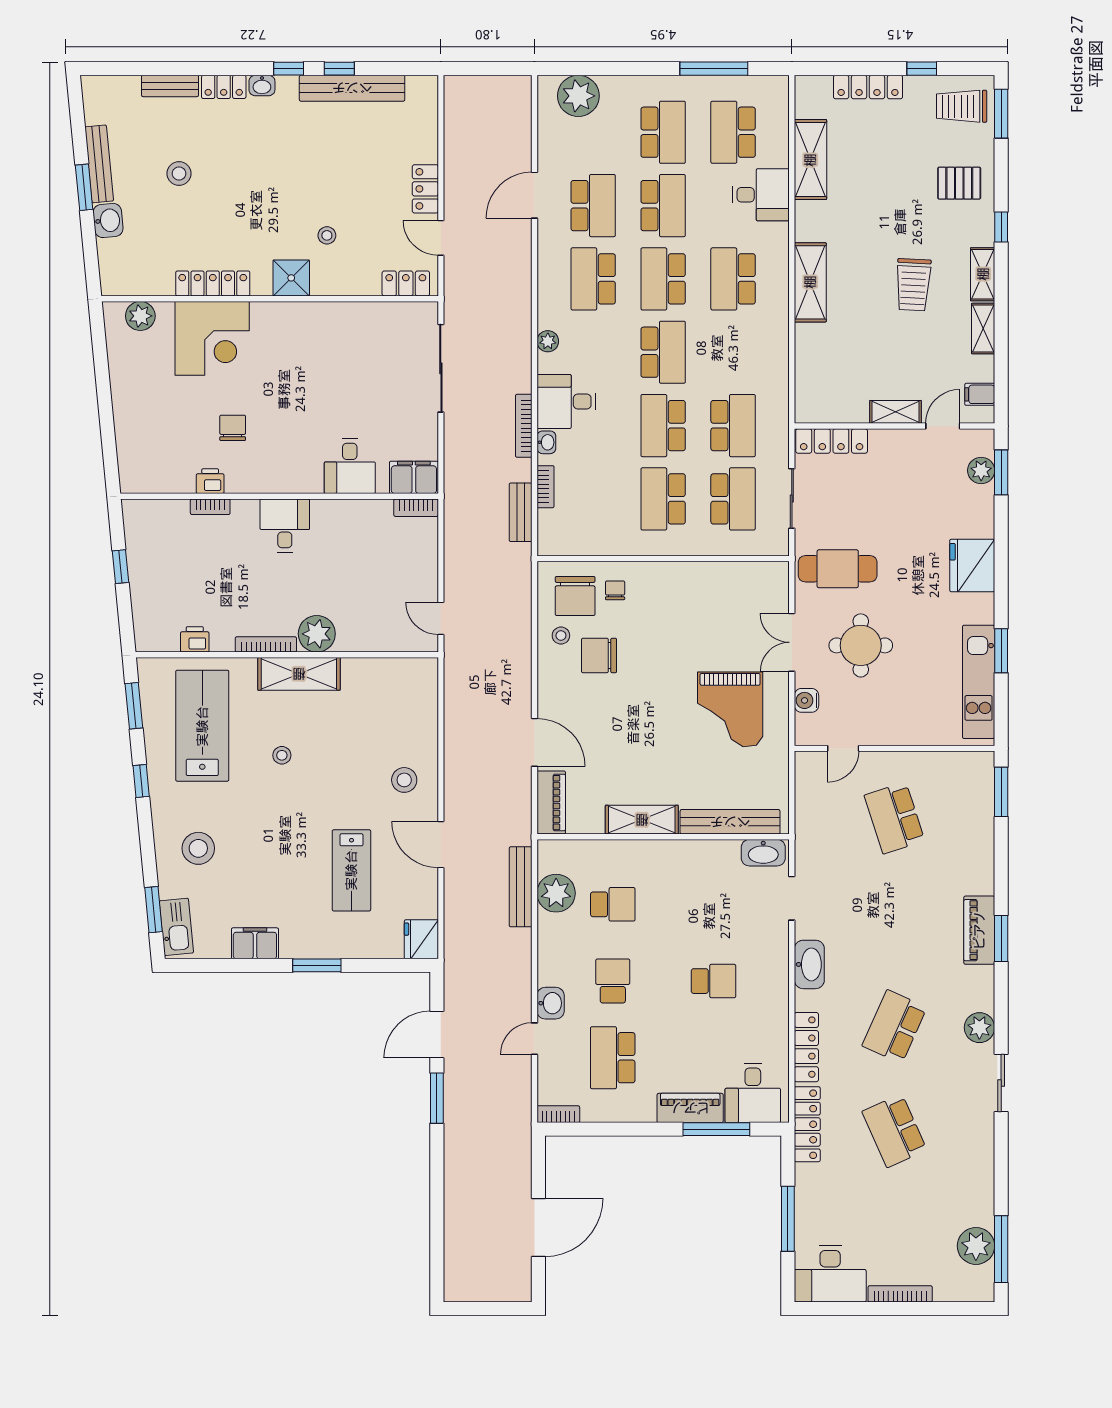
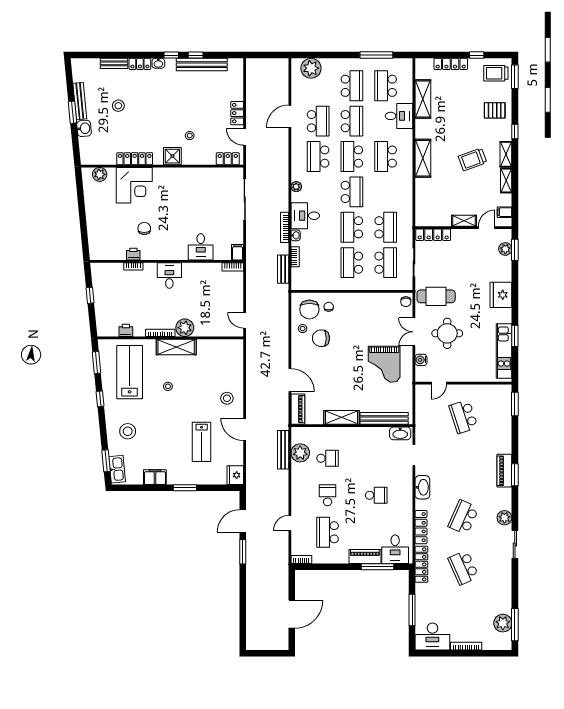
trolley: (913, 285) -> (473, 159), turned 67
filing cabinet: (414, 477) -> (238, 252), width x0.50
chair: (775, 580) -> (406, 302), added
washbasin: (551, 1003) -> (298, 506), removed

